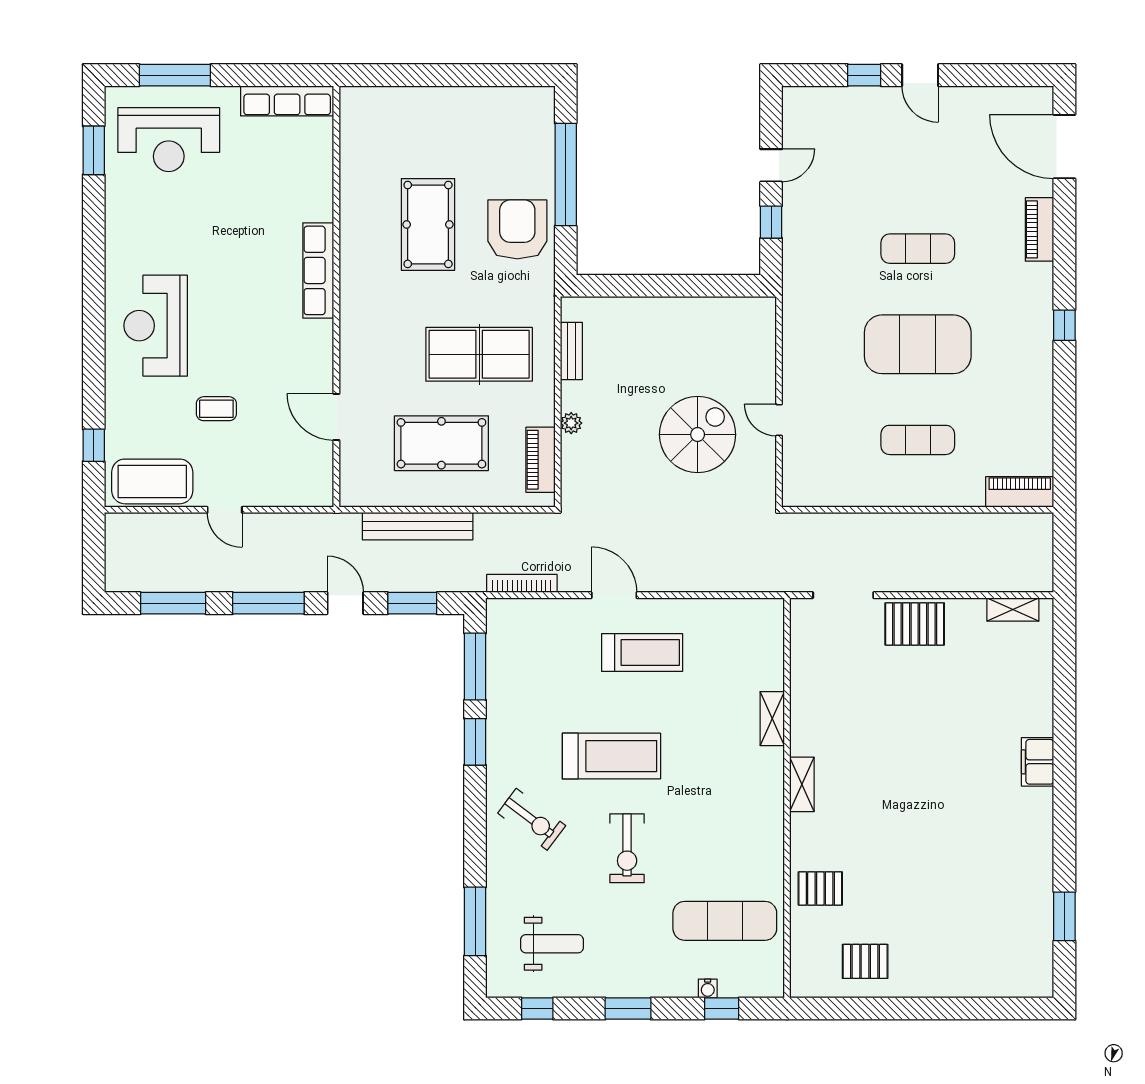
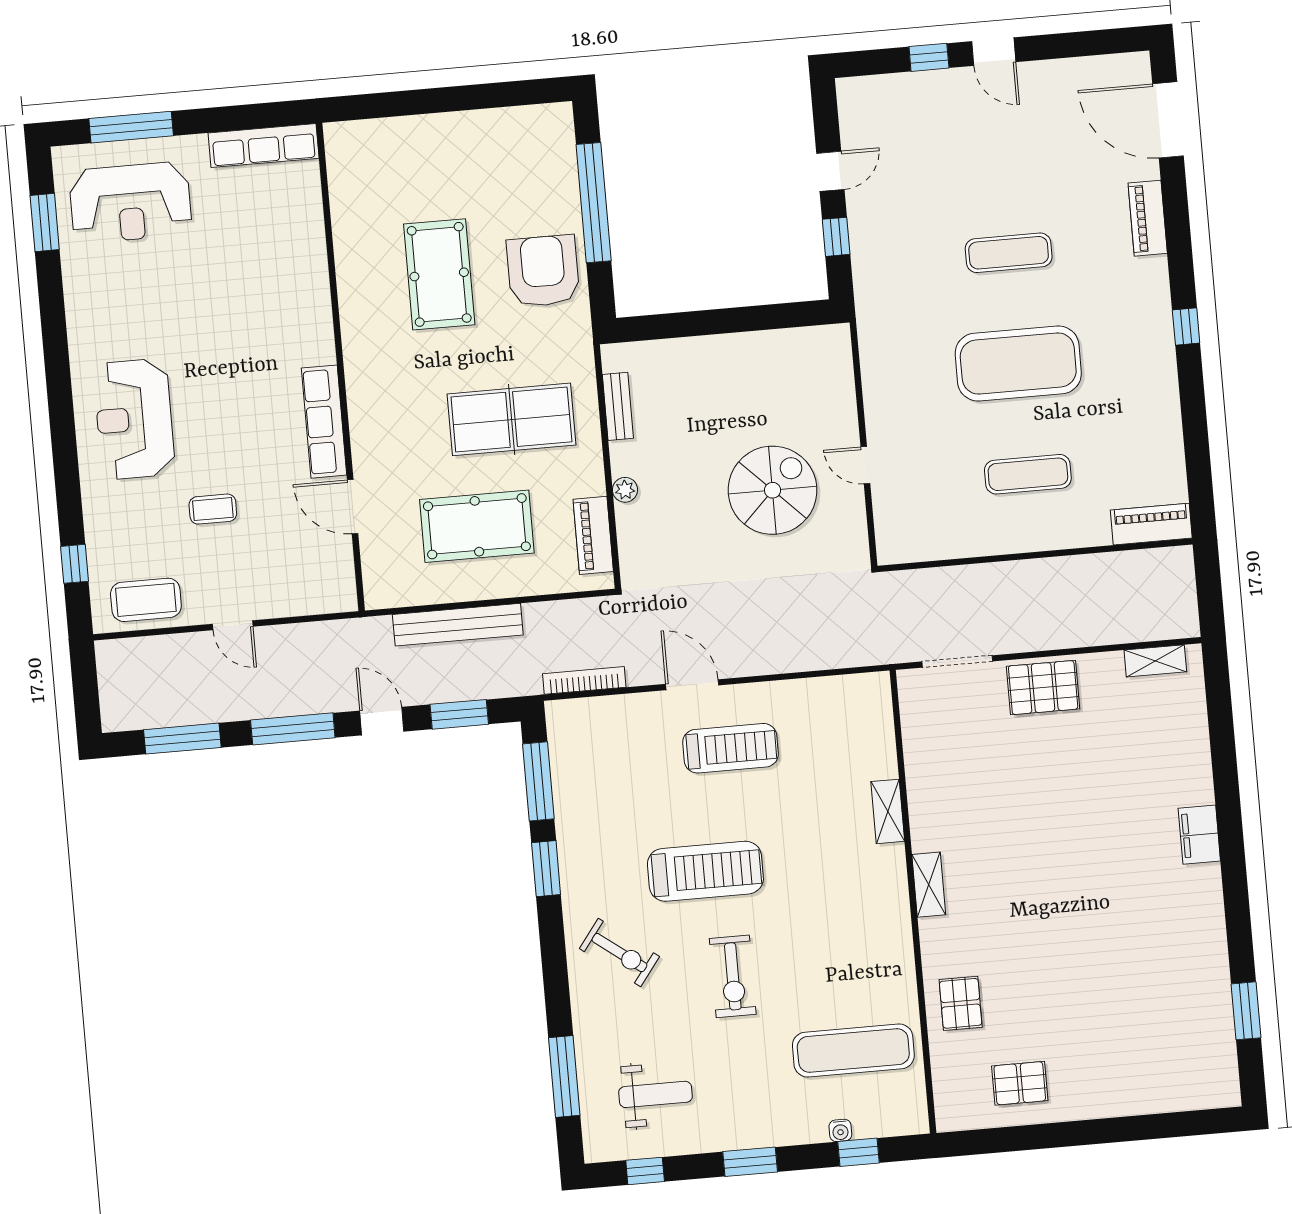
row of seats: (318, 270) -> (324, 422), moved
coffee table: (152, 481) -> (146, 600), width x0.73, depth x0.76
pallet: (820, 888) -> (961, 1003), turned 90

